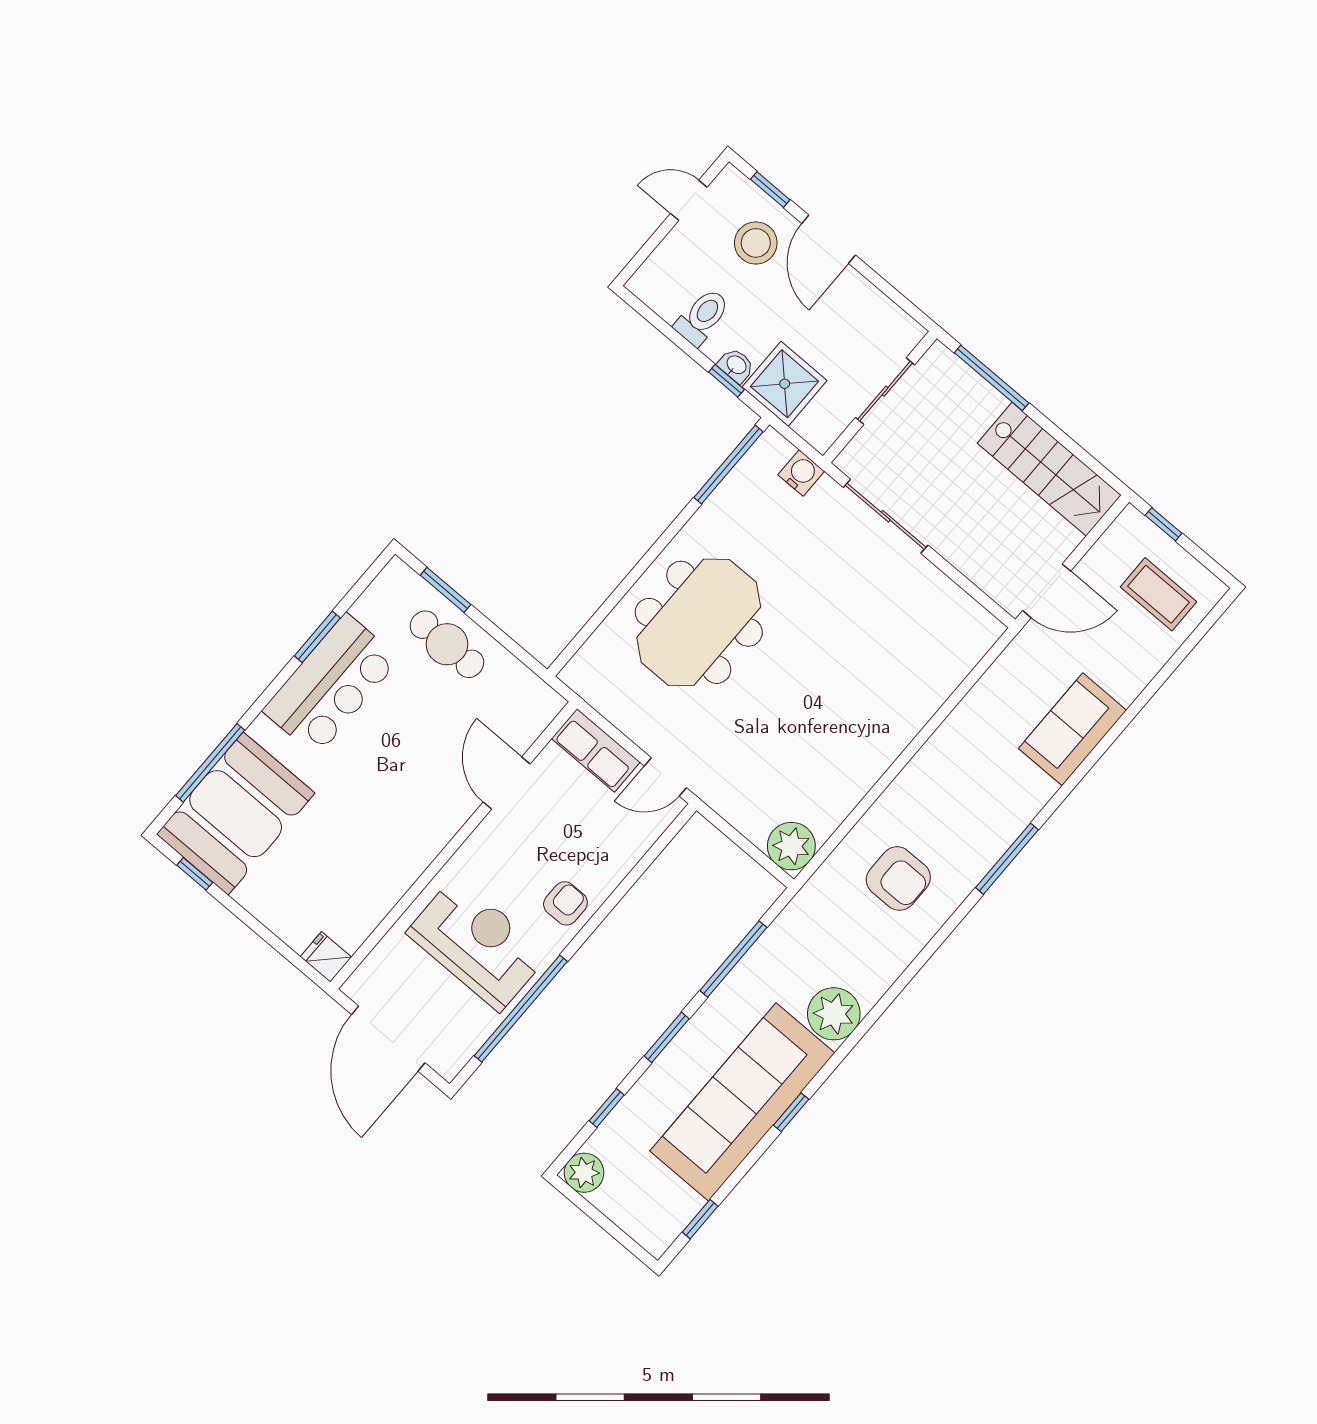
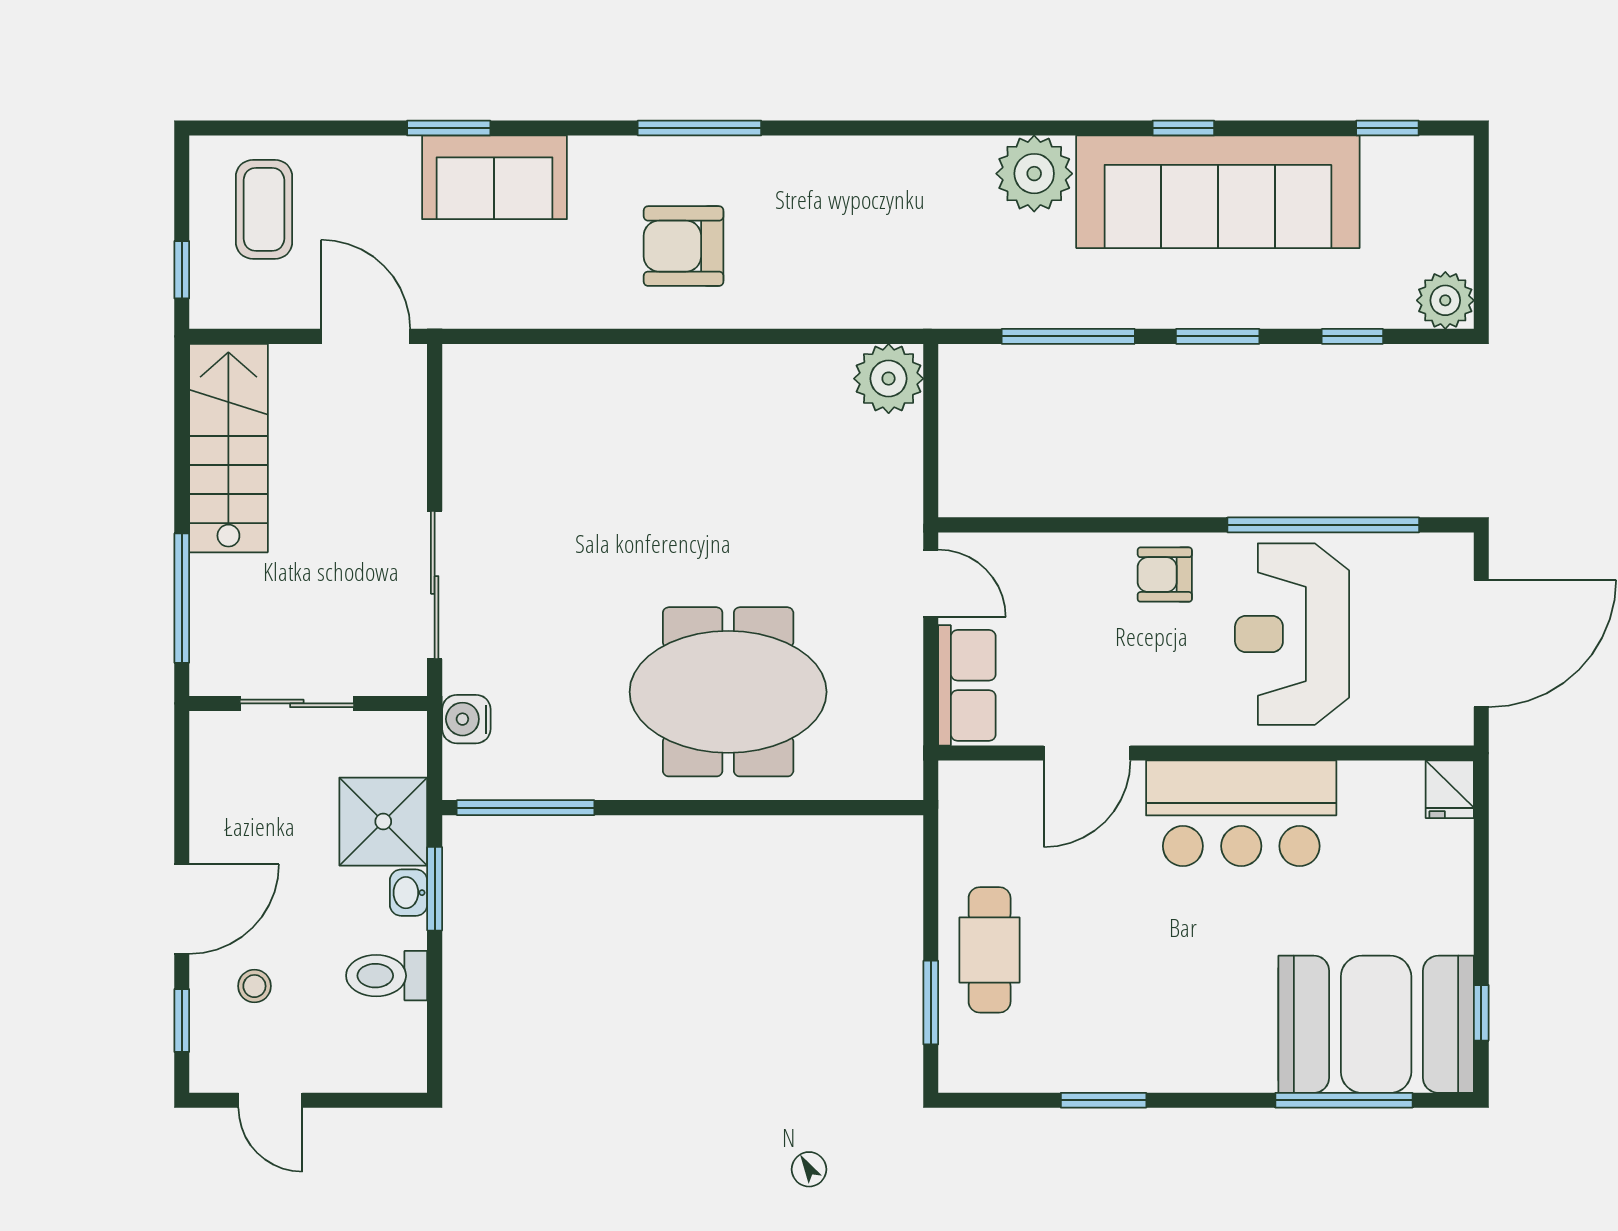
stool: (756, 243) -> (254, 986), width x0.53, depth x0.53
window: (726, 381) -> (435, 889), width x1.50
bar counter: (331, 685) -> (1241, 813), moved, turned 180
window: (1119, 727) -> (449, 128), added
armchair: (898, 879) -> (684, 246), moved, turned -90

